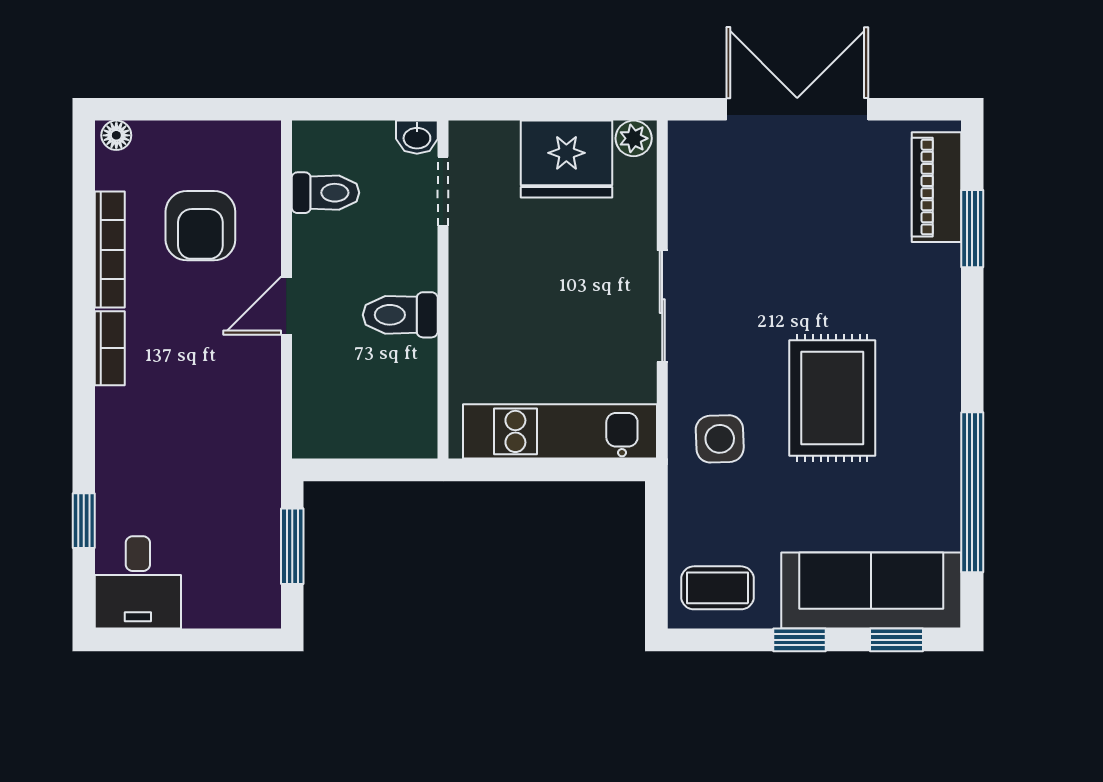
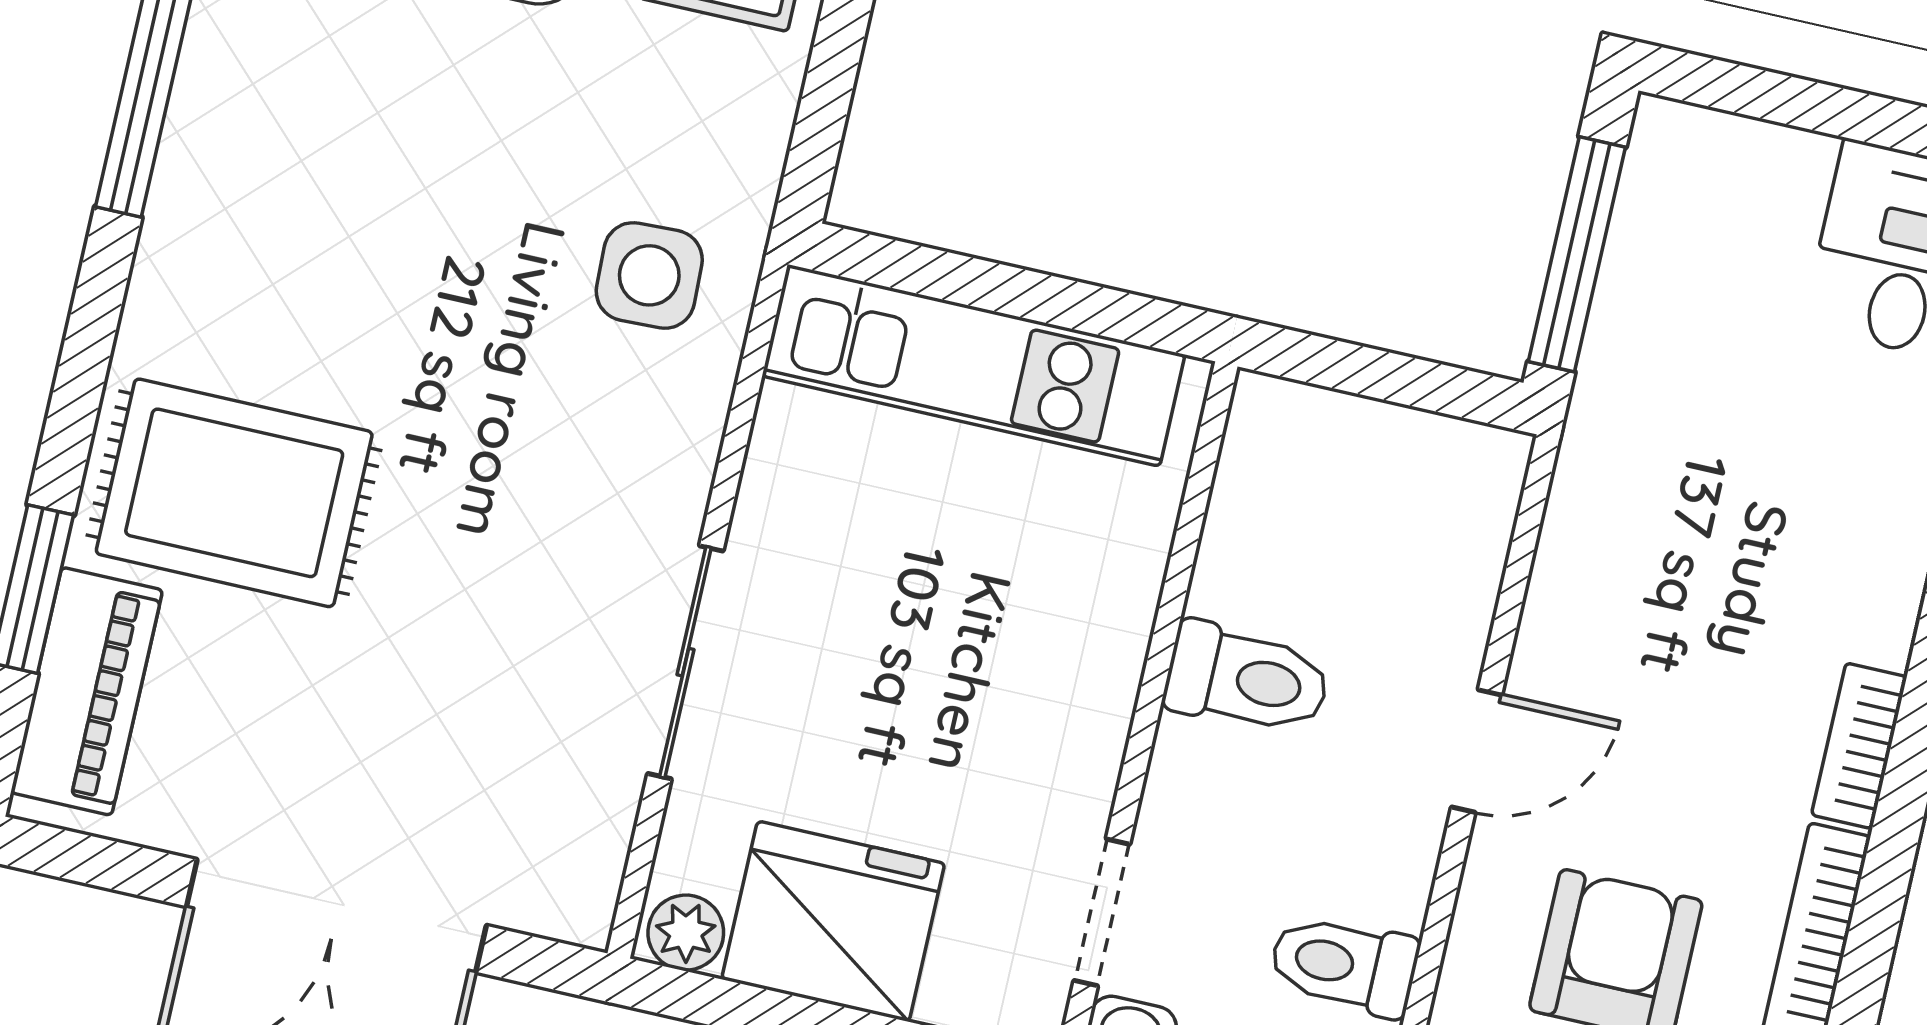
sliding door: (662, 306) -> (685, 662), moved
rug: (832, 398) -> (234, 493), moved, turned 90
window: (292, 546) -> (1577, 254), width x1.44

